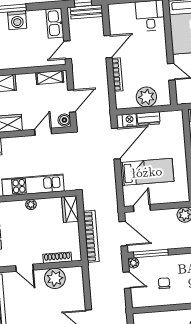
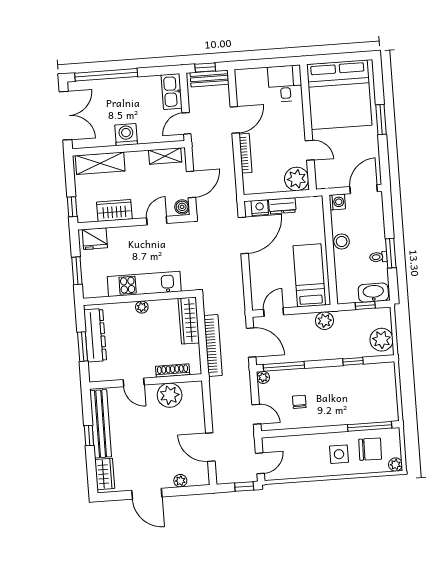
washing machine: (17, 20) -> (126, 135), moved, turned 180
plant: (146, 97) -> (297, 179), moved
bed: (147, 172) -> (309, 275), moved, turned -90
wardrobe: (70, 209) -> (189, 321), width x1.50
door: (127, 280) -> (256, 414), moved

